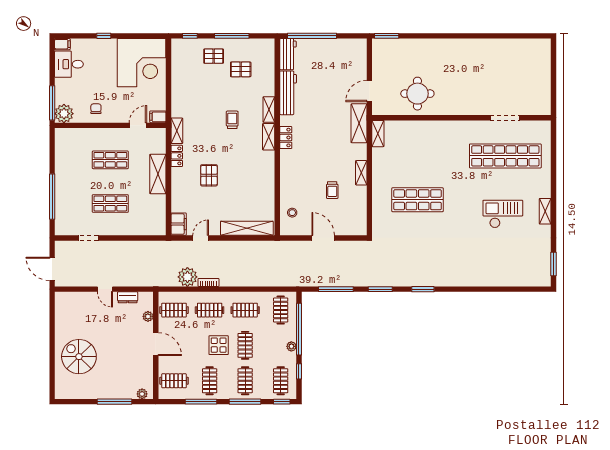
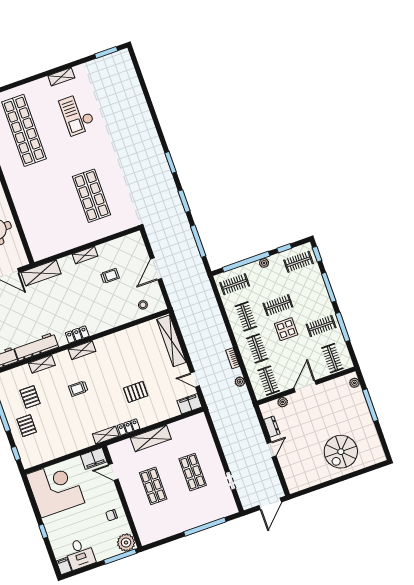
shelving: (269, 110) -> (42, 364), moved
filing cabinet: (158, 117) -> (94, 459), width x2.00
shelving: (378, 134) -> (44, 253), removed
plant: (187, 277) -> (240, 382), width x0.53, depth x0.53
clothes rail: (245, 381) -> (310, 294), removed

